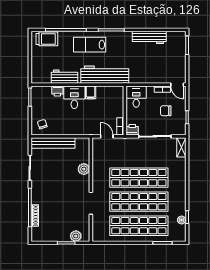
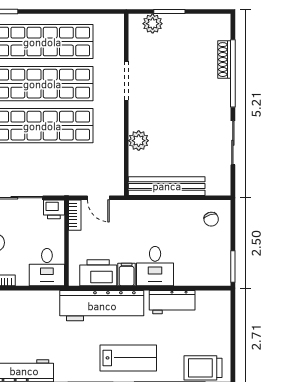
printer: (57, 91) -> (98, 273), moved, width x1.87, depth x1.48
bench: (53, 143) -> (167, 186), moved

